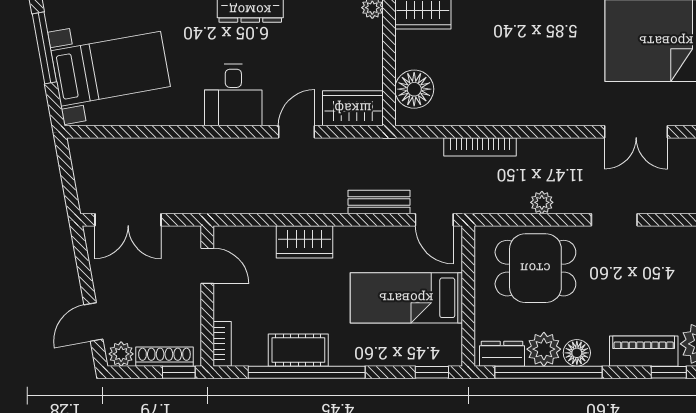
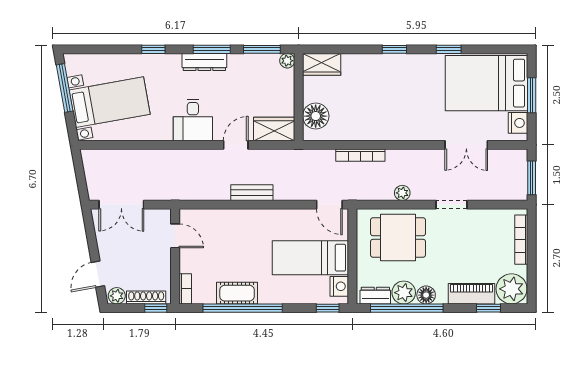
bench: (379, 202) -> (252, 193), moved
wardrobe: (305, 242) -> (241, 220), removed
nightstand: (449, 340) -> (339, 286), added

